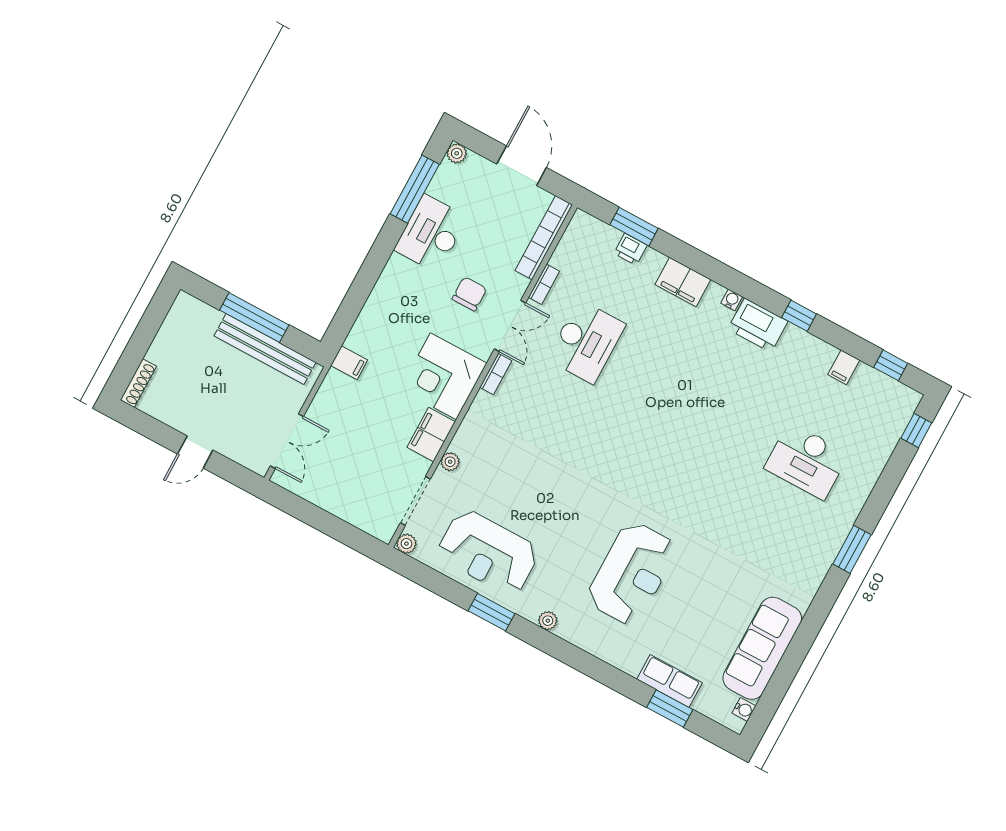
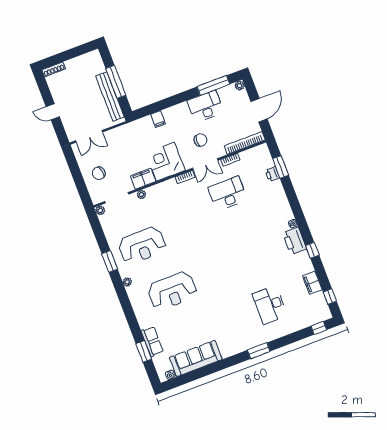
filing cabinet: (683, 282) -> (281, 202), removed
desk: (586, 342) -> (228, 194), turned 180
filing cabinet: (349, 363) -> (158, 119), moved
filing cabinet: (844, 367) -> (312, 283), width x2.00
chair: (353, 487) -> (99, 173), added
reception desk: (488, 552) -> (142, 245), moved, turned -90

